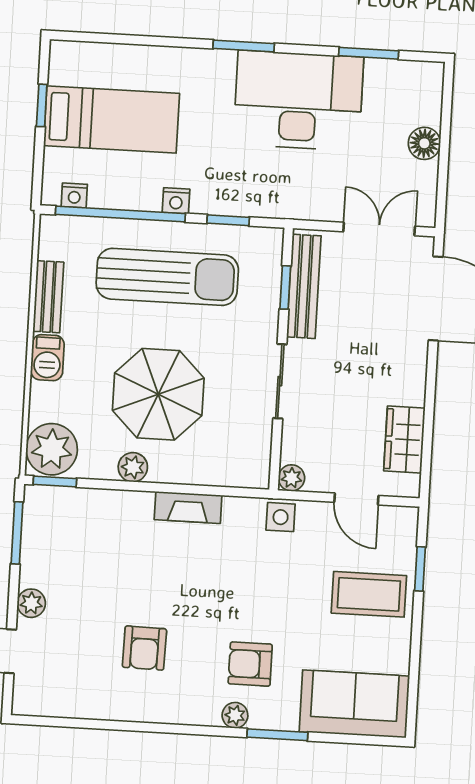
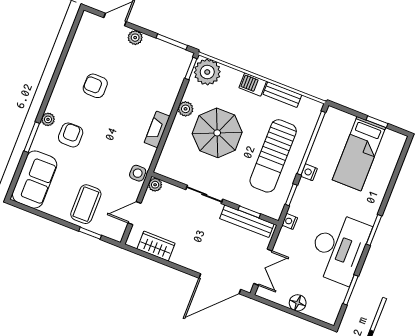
nightstand: (74, 195) -> (290, 221), moved

